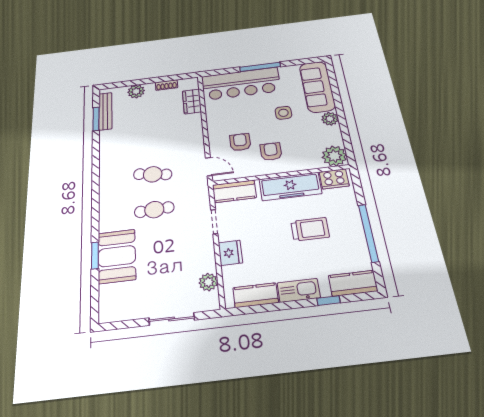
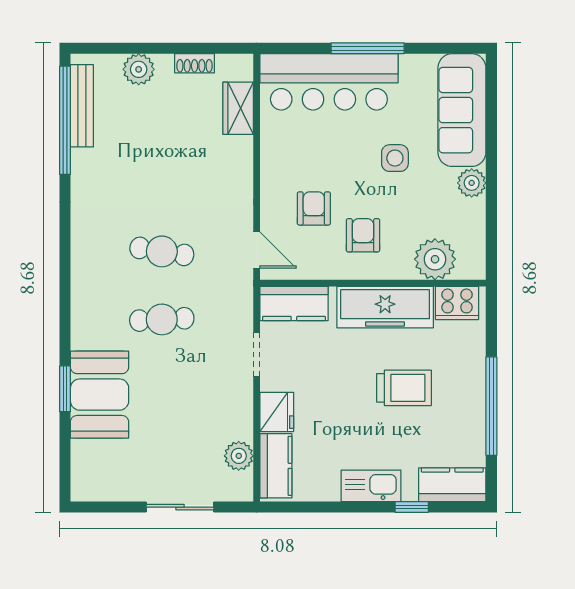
window: (96, 119) -> (65, 120), width x2.11
plant: (334, 156) -> (435, 259), moved
kitchen counter: (256, 295) -> (276, 466), moved, turned 90

